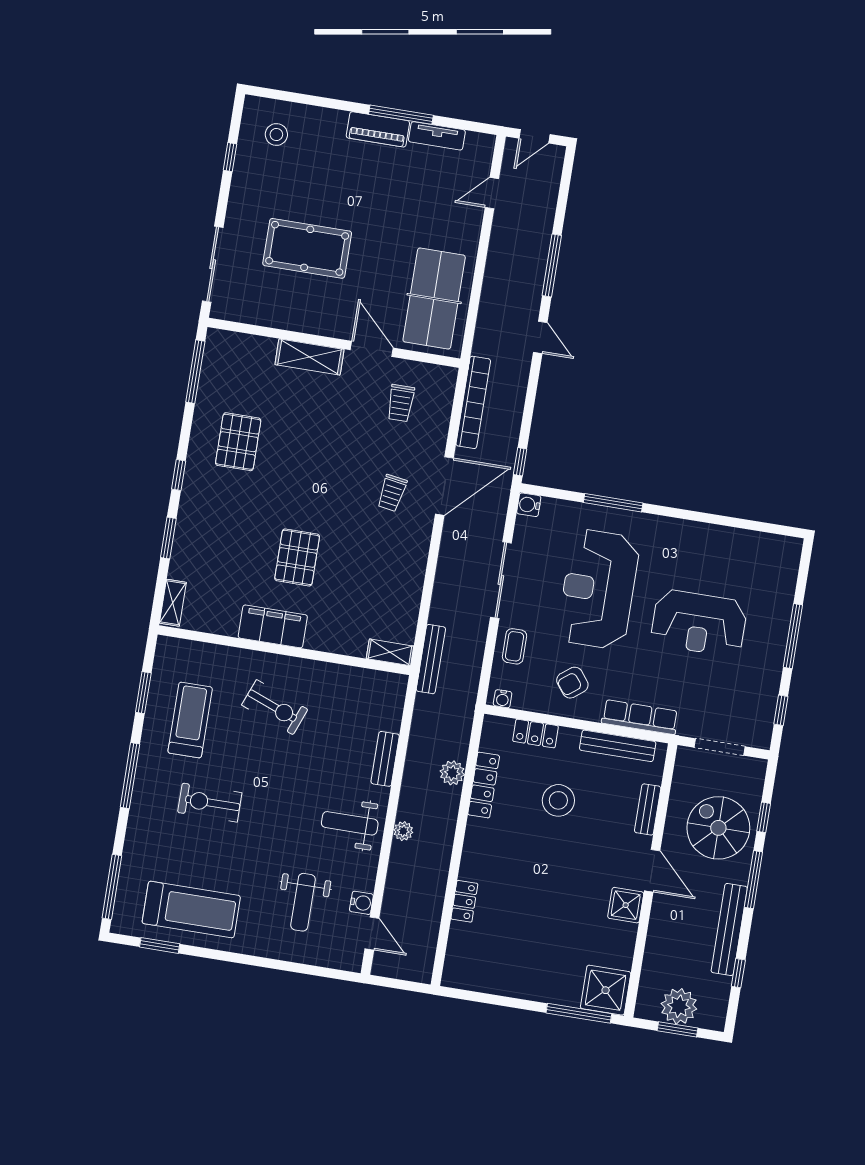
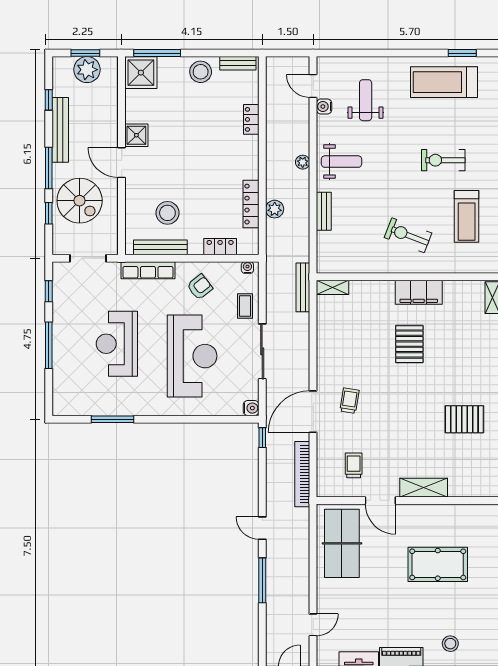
stool: (276, 134) -> (450, 644), moved
pallet: (238, 442) -> (464, 419), turned 90
window: (613, 503) -> (113, 419), moved
reception desk: (699, 623) -> (117, 344), turned -90
stool: (558, 800) -> (167, 213), moved
exercise bike: (210, 803) -> (443, 160), turned 180
bench: (648, 809) -> (238, 63), moved, turned 90
stool: (523, 978) -> (201, 72), added

